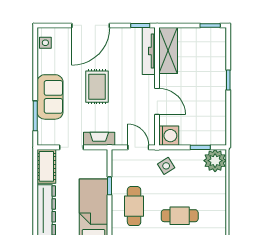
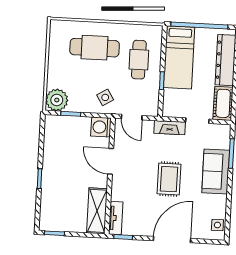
tv unit: (149, 51) -> (116, 218), width x0.71
cafe table: (180, 216) -> (95, 48), width x1.37, depth x1.35

